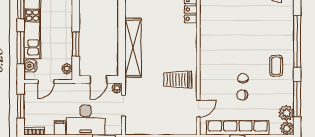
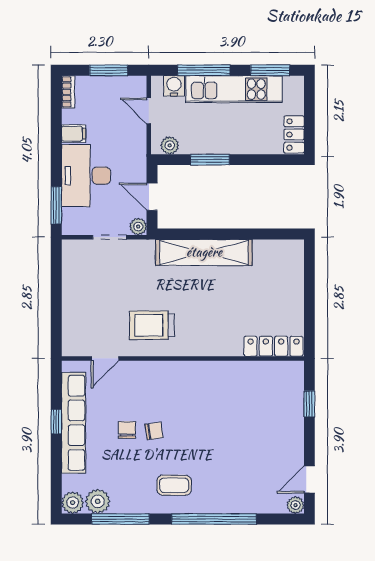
trolley: (178, 80) -> (152, 325), turned -90
door: (198, 108) -> (105, 358), hinge flipped

